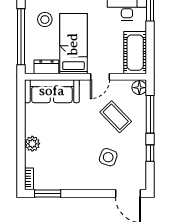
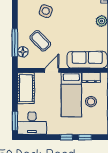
stool: (45, 20) -> (91, 102), moved
floor lamp: (139, 88) -> (23, 52), moved
window: (150, 153) -> (15, 14), removed

